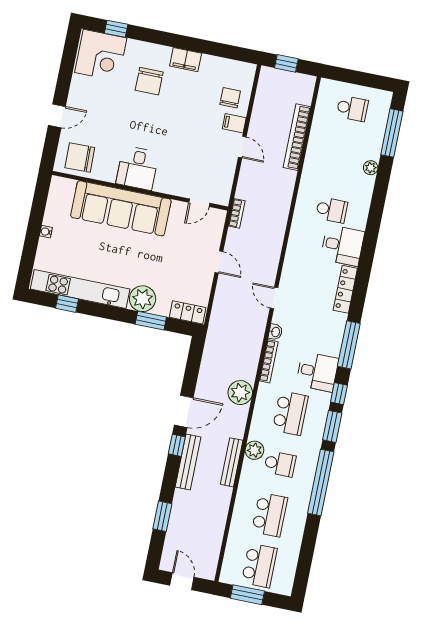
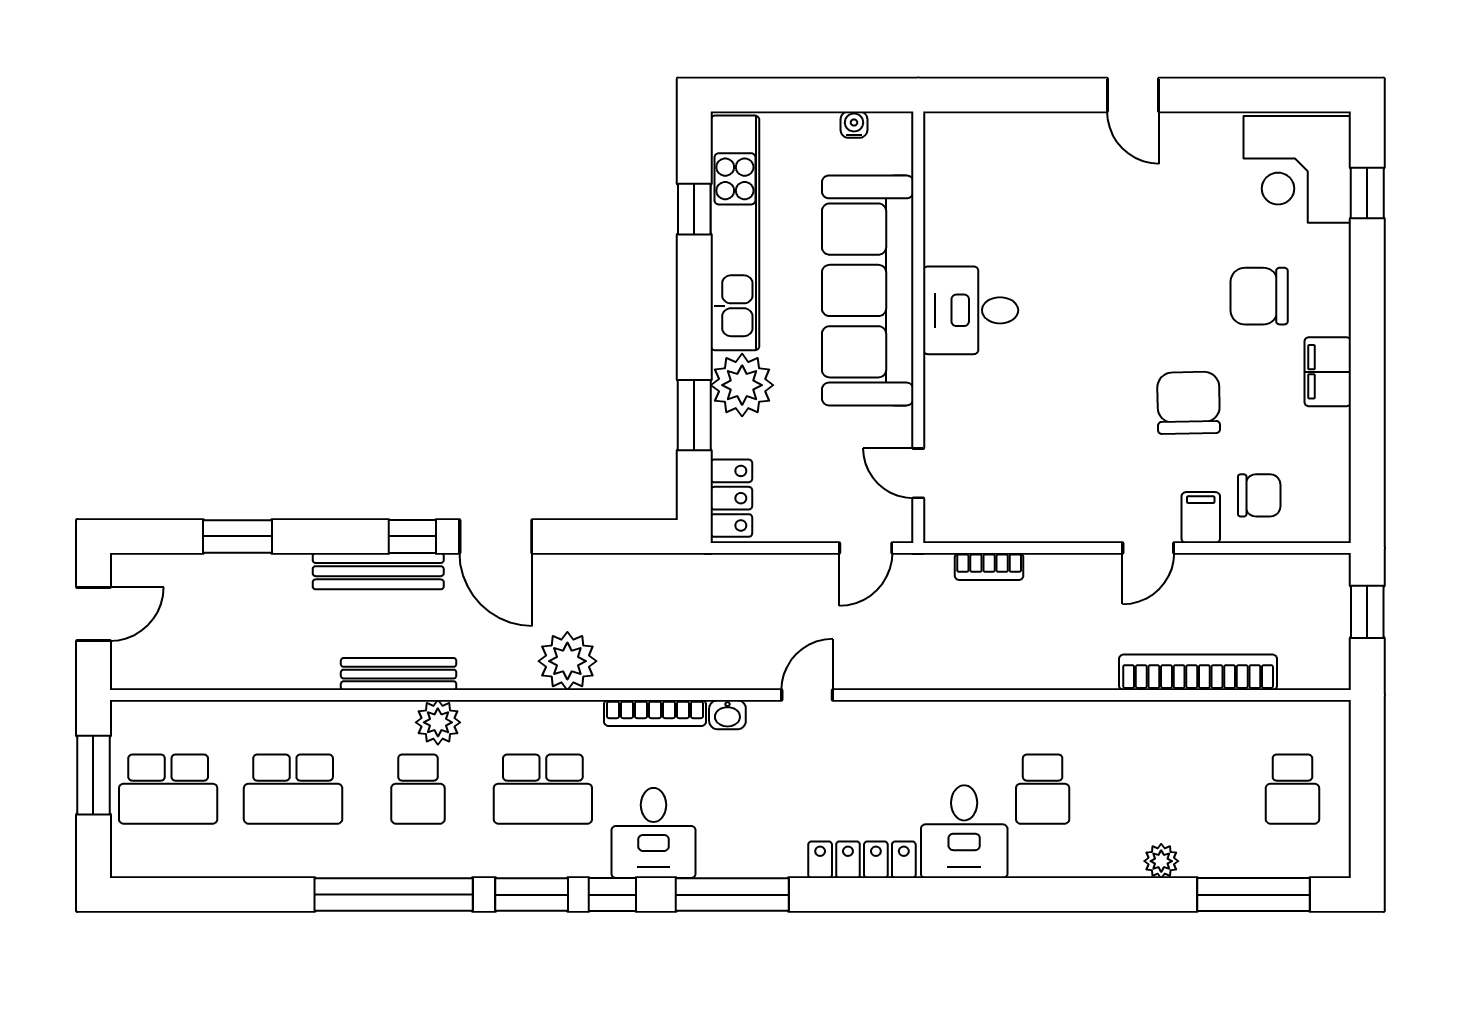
chair: (80, 158) -> (1189, 403), moved
desk: (137, 168) -> (971, 310), moved
wall: (140, 191) -> (918, 327), moved
door: (199, 203) -> (918, 473), moved
sofa: (121, 208) -> (868, 290), moved

